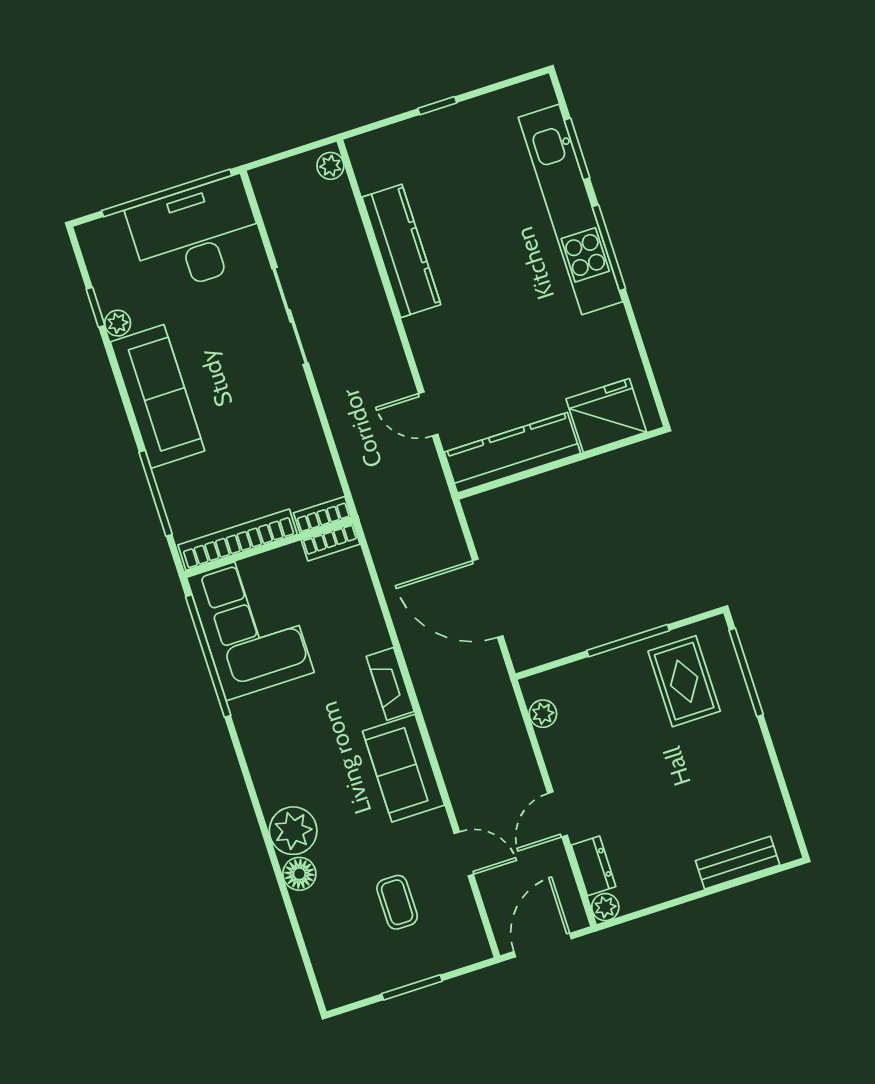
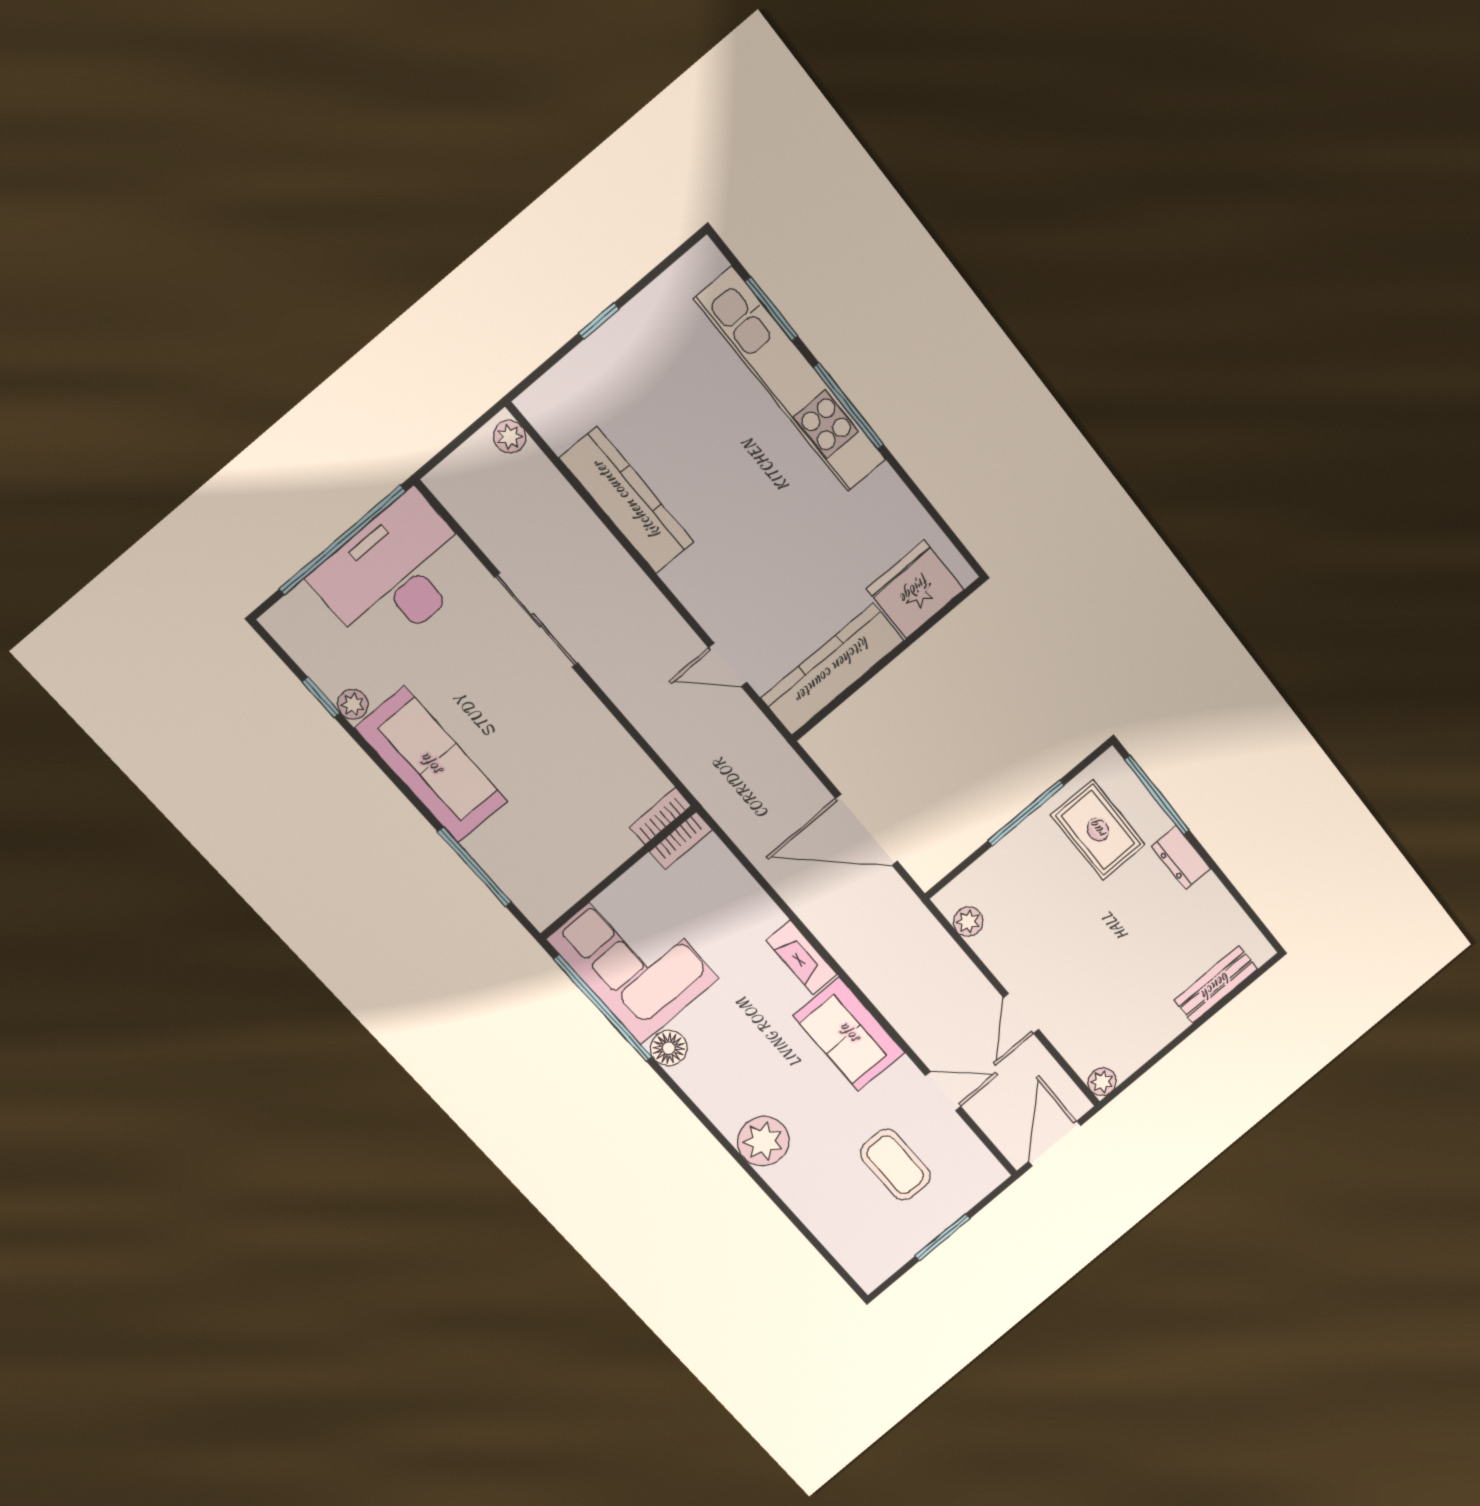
bookcase: (238, 540) -> (582, 878), removed
dresser: (594, 866) -> (1181, 857), moved, turned 180
floor lamp: (299, 874) -> (669, 1048), moved
coffee table: (397, 902) -> (895, 1165), width x1.36, depth x1.30

